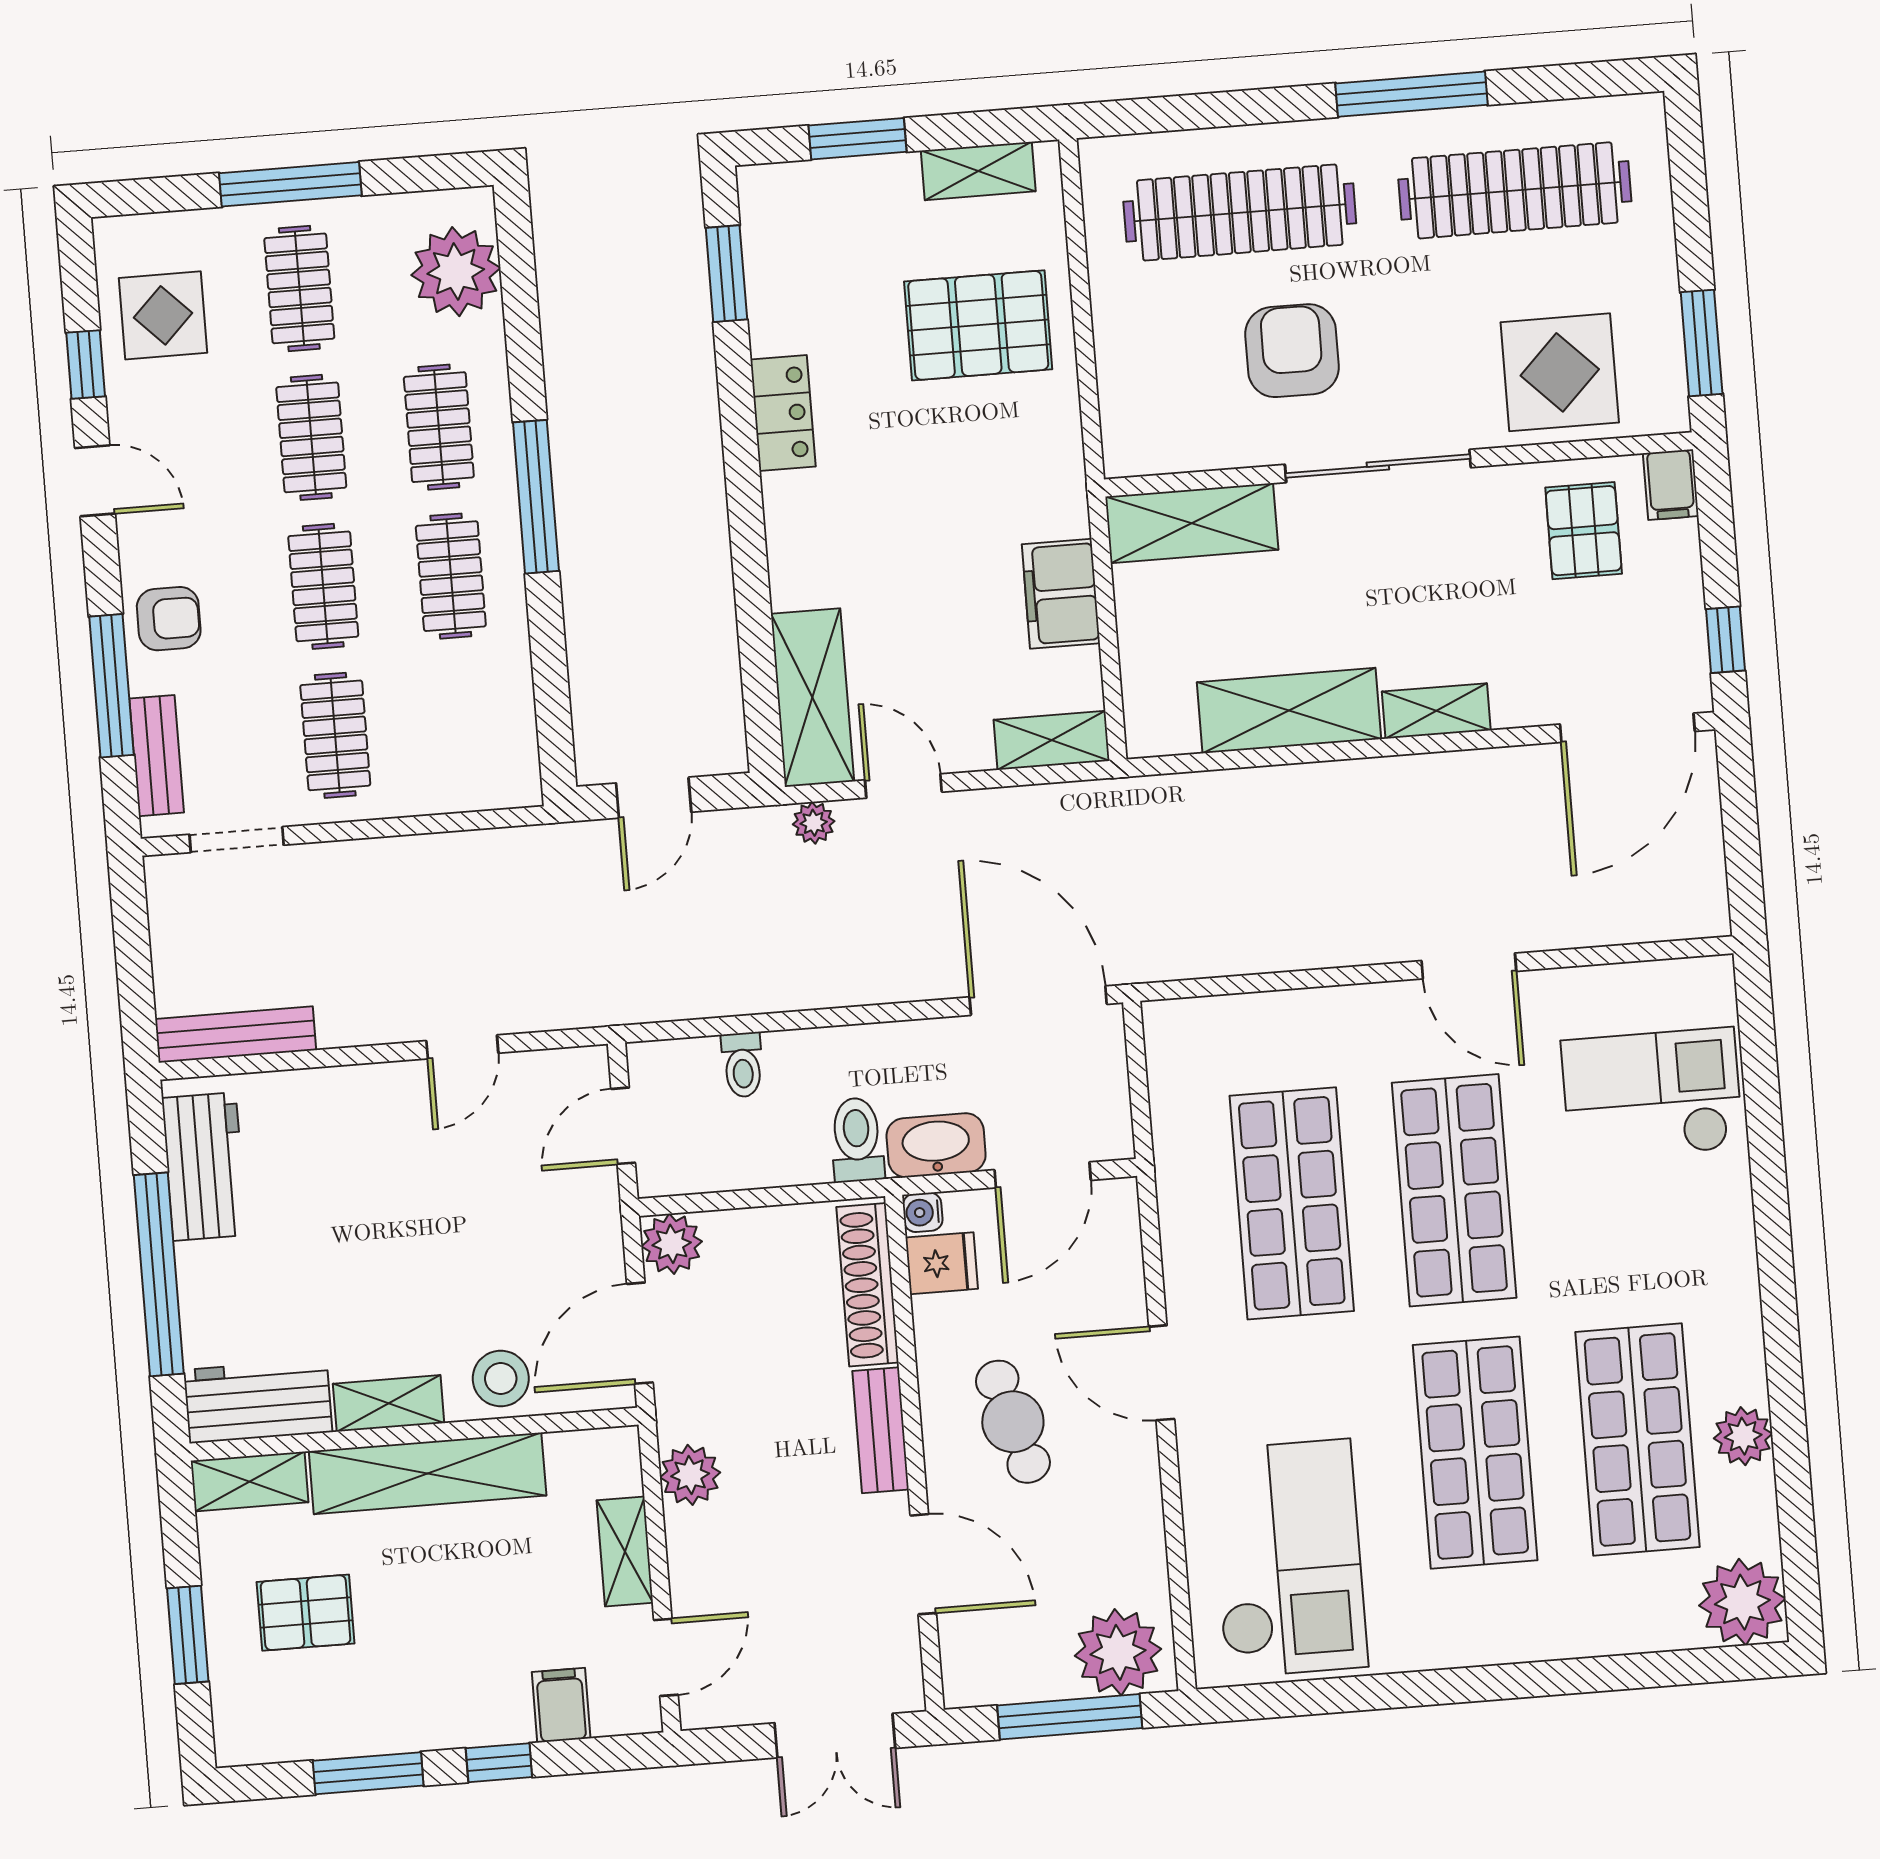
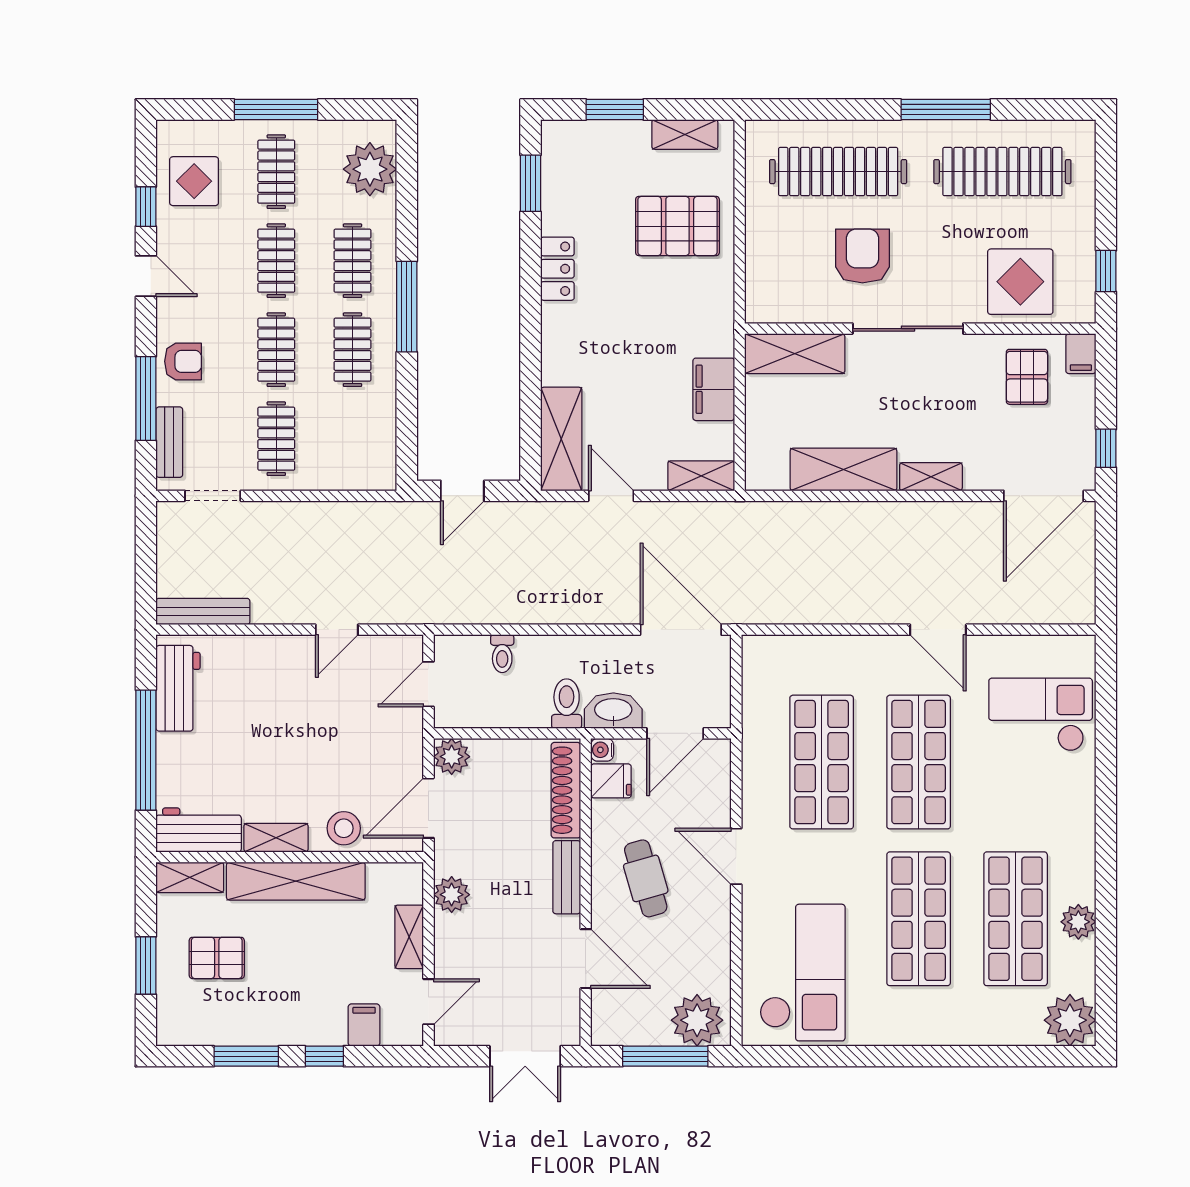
window: (1702, 343) -> (1106, 271), width x0.67
plant: (814, 823) -> (556, 513), removed

